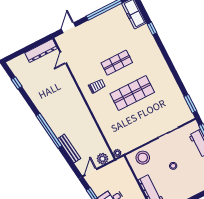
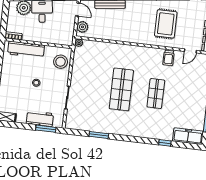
door: (63, 58) -> (190, 51), swing flipped
trolley: (97, 86) -> (168, 58), moved
rug: (55, 93) -> (166, 24), added
window: (190, 104) -> (99, 135), moved

